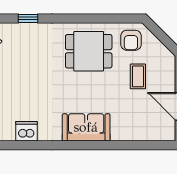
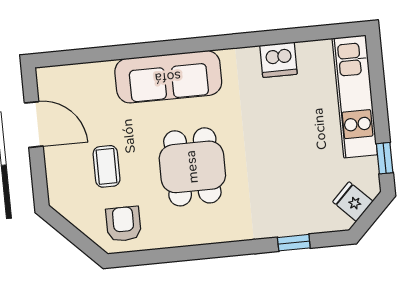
dining table: (89, 51) -> (192, 167), moved, turned 90
sofa: (86, 127) -> (168, 77), width x1.36

